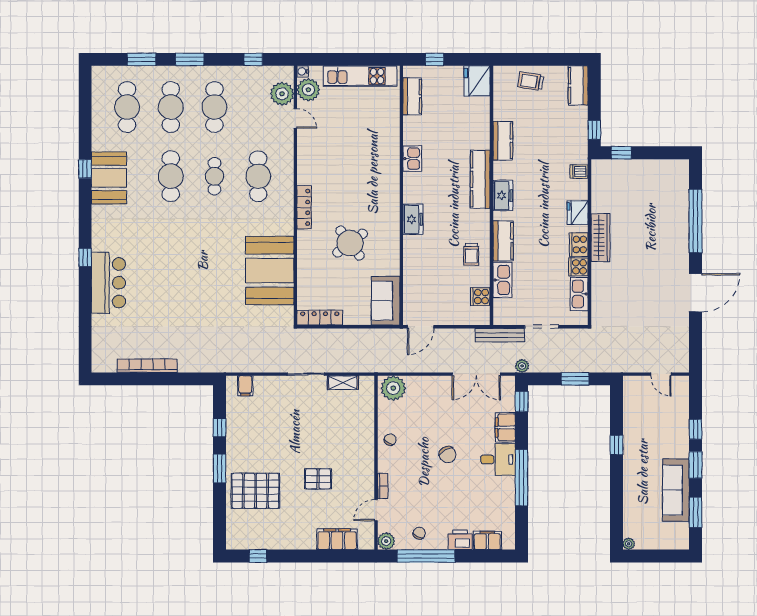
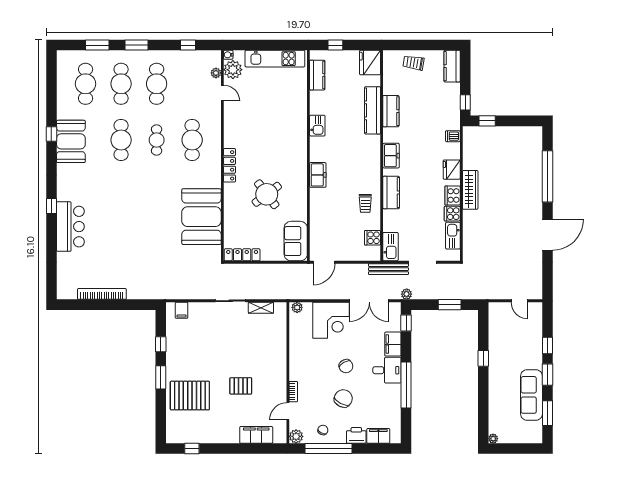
plant: (282, 94) -> (216, 73), width x0.53, depth x0.53
kitchen counter: (480, 179) -> (372, 110), moved
kitchen sink: (502, 280) -> (391, 247), moved
plant: (393, 388) -> (297, 307), width x0.53, depth x0.53
corner desk: (429, 398) -> (331, 320), added
chair: (390, 440) -> (343, 398), moved, width x1.87, depth x1.87

